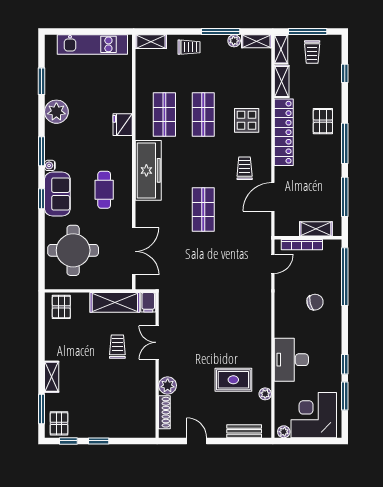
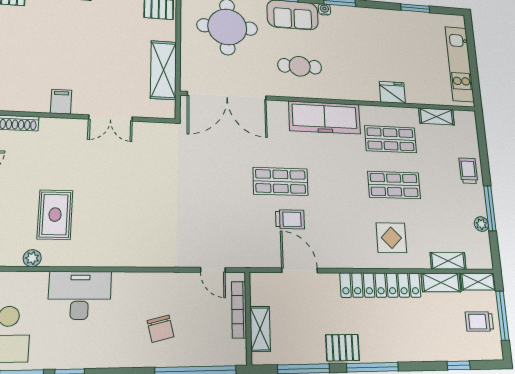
shelving: (256, 41) -> (448, 261), moved, turned 90
shelving: (151, 42) -> (436, 116), moved, turned 90
trolley: (189, 47) -> (468, 171), turned 180
plant: (56, 112) -> (384, 21), removed
pallet: (323, 121) -> (343, 348), moved
fridge: (123, 125) -> (392, 92), moved
trolley: (245, 168) -> (290, 219), moved
double door: (134, 251) -> (227, 96), width x1.36
filing cabinet: (148, 302) -> (61, 102), moved, turned 90
double door: (157, 342) -> (111, 118), swing flipped
trolley: (117, 347) -> (107, 70), removed
plant: (168, 385) -> (52, 128), removed

